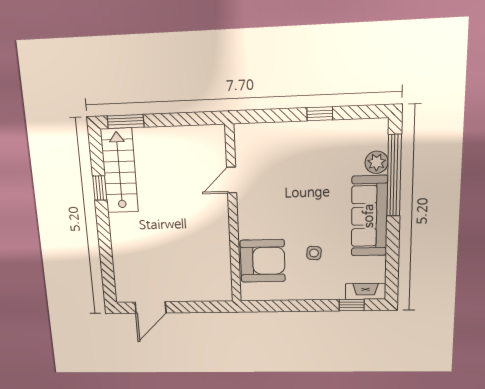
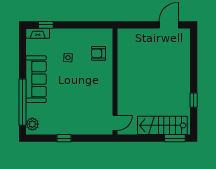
plant: (377, 162) -> (32, 124), moved
stairs: (119, 171) -> (162, 125), moved, turned 90
door: (232, 180) -> (115, 123), moved
armchair: (263, 261) -> (98, 53), width x0.53, depth x0.53

